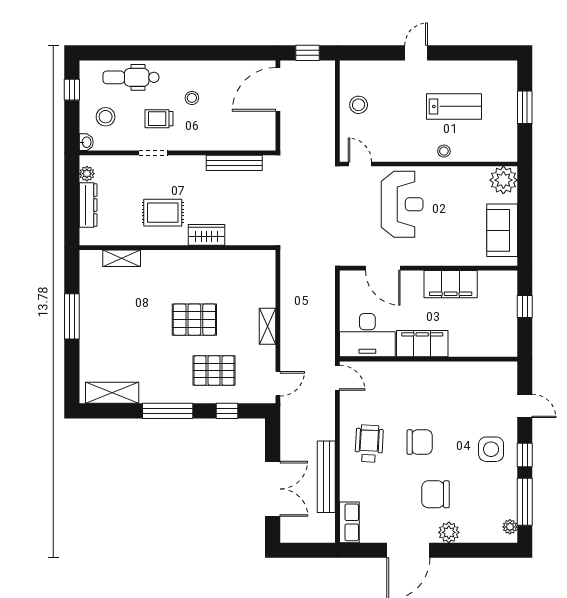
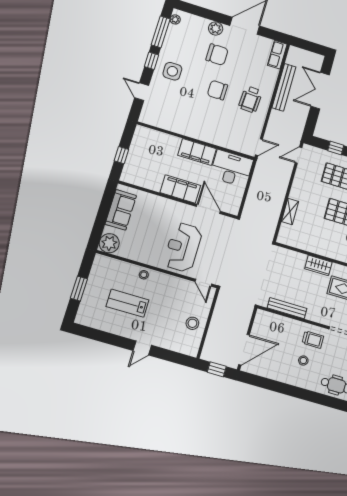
trolley: (159, 119) -> (313, 340), moved
filing cabinet: (451, 284) -> (180, 189), moved
shelving: (267, 326) -> (290, 211), moved
door: (337, 378) -> (259, 147), swing flipped

